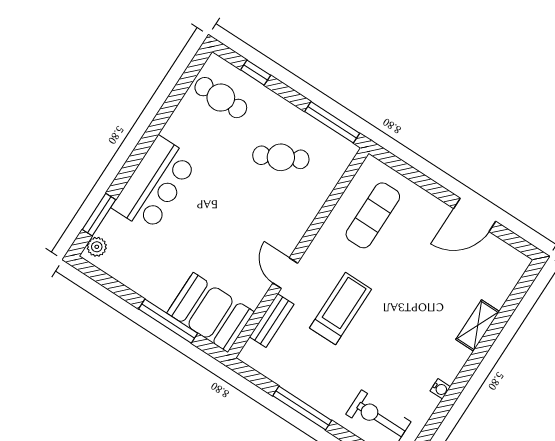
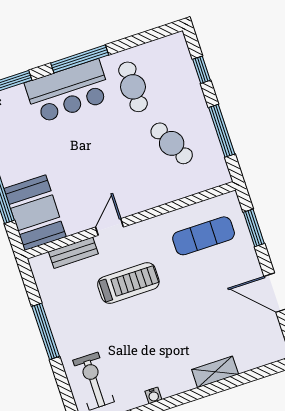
cafe table: (221, 98) -> (133, 87), moved
window: (332, 122) -> (222, 131), moved
window: (142, 148) -> (80, 59), added
window: (411, 174) -> (254, 228), added

